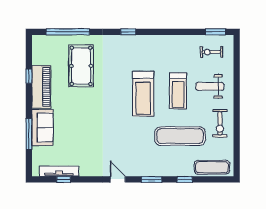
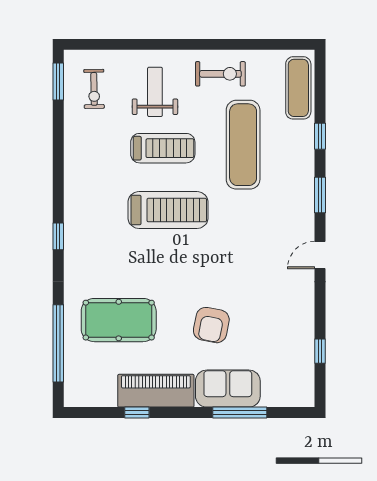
weight bench: (210, 86) -> (155, 92), turned 180
armchair: (78, 118) -> (211, 325), added
tv unit: (59, 171) -> (305, 359), removed

